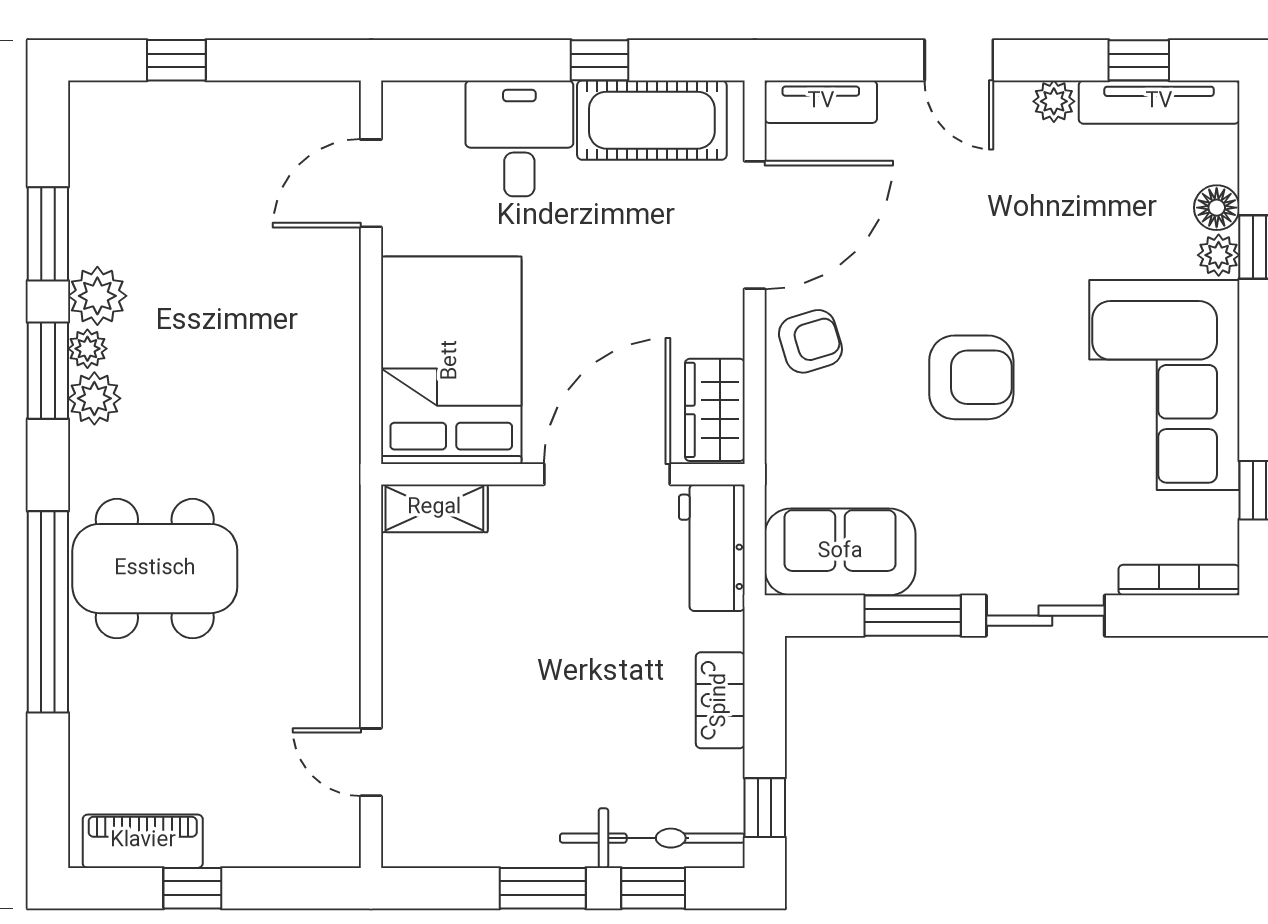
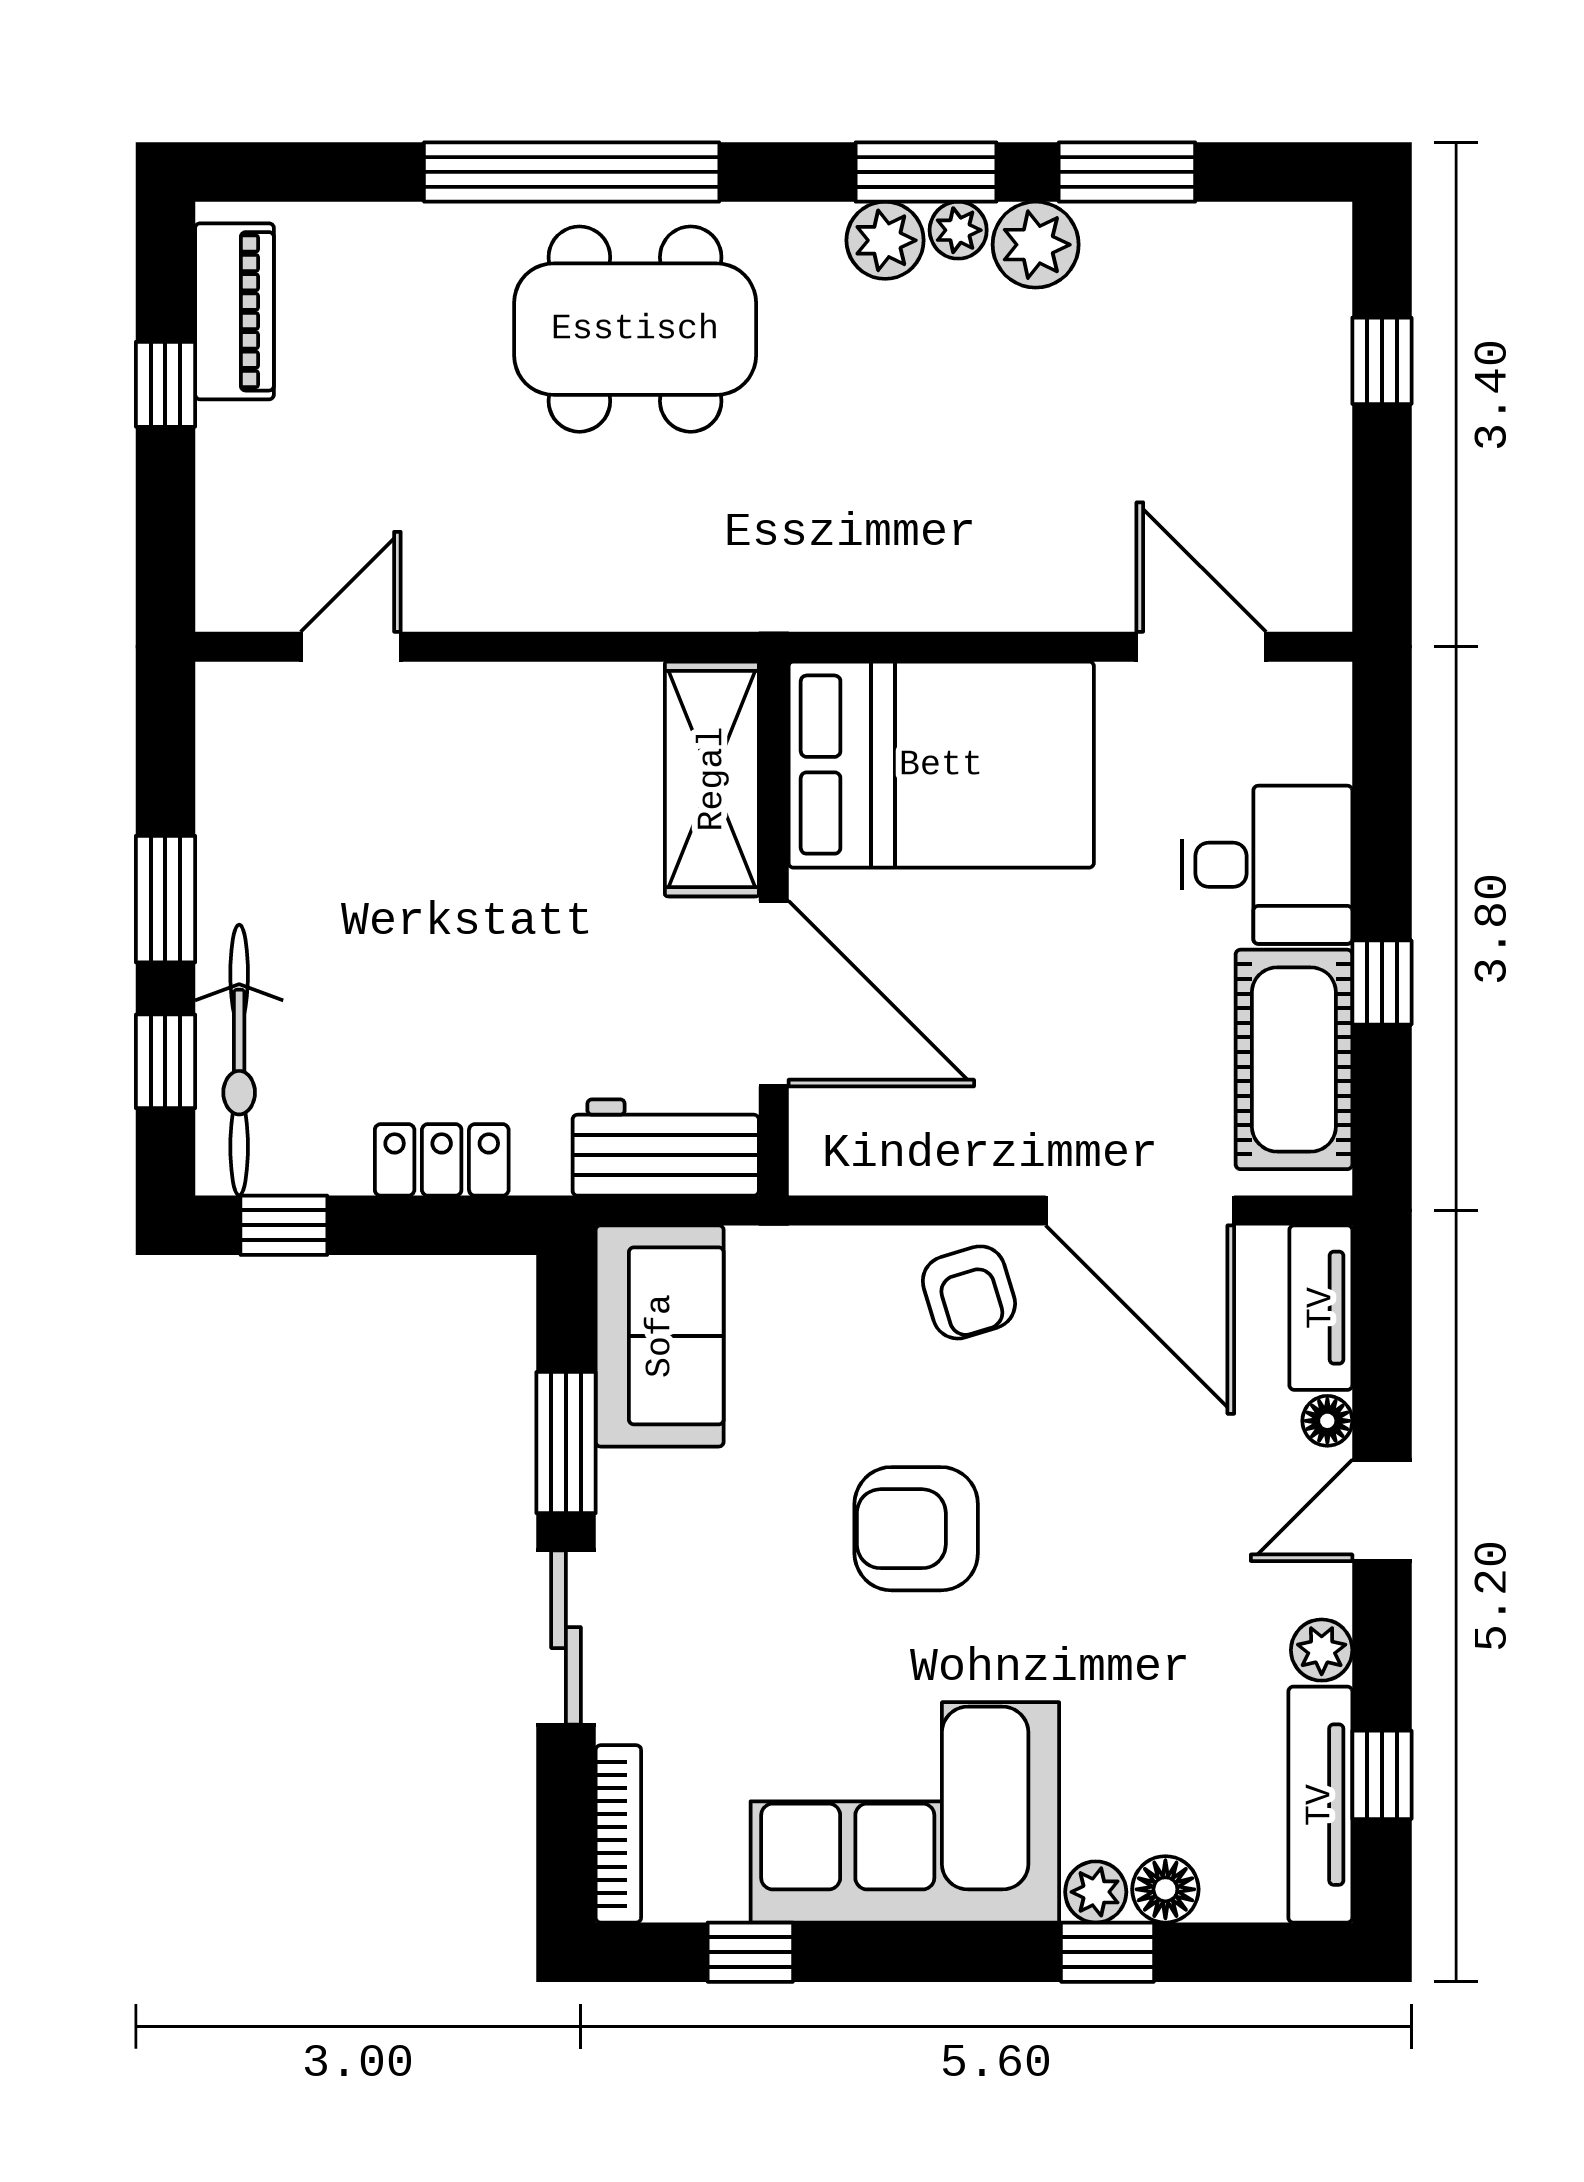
floor lamp: (898, 97) -> (1327, 1421), added
armchair: (971, 377) -> (916, 1529), turned 90
wardrobe: (715, 410) -> (868, 1152), removed
shelving: (434, 508) -> (712, 779), width x1.50, depth x1.33
dining table: (155, 569) -> (635, 329), turned 90

